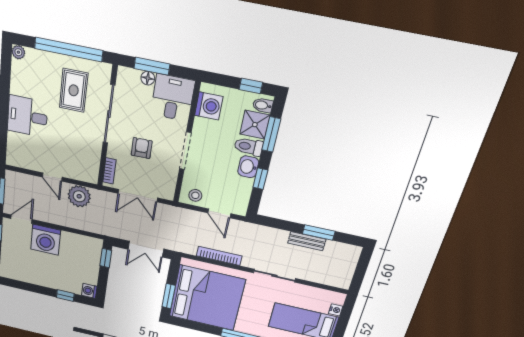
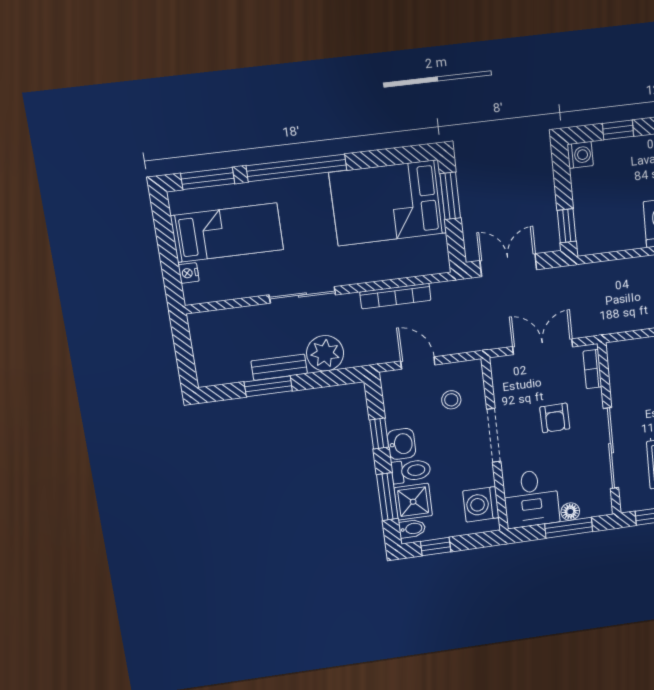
stool: (195, 195) -> (451, 400), moved
plant: (79, 196) -> (325, 353), moved
bed: (207, 298) -> (388, 203), width x0.73

